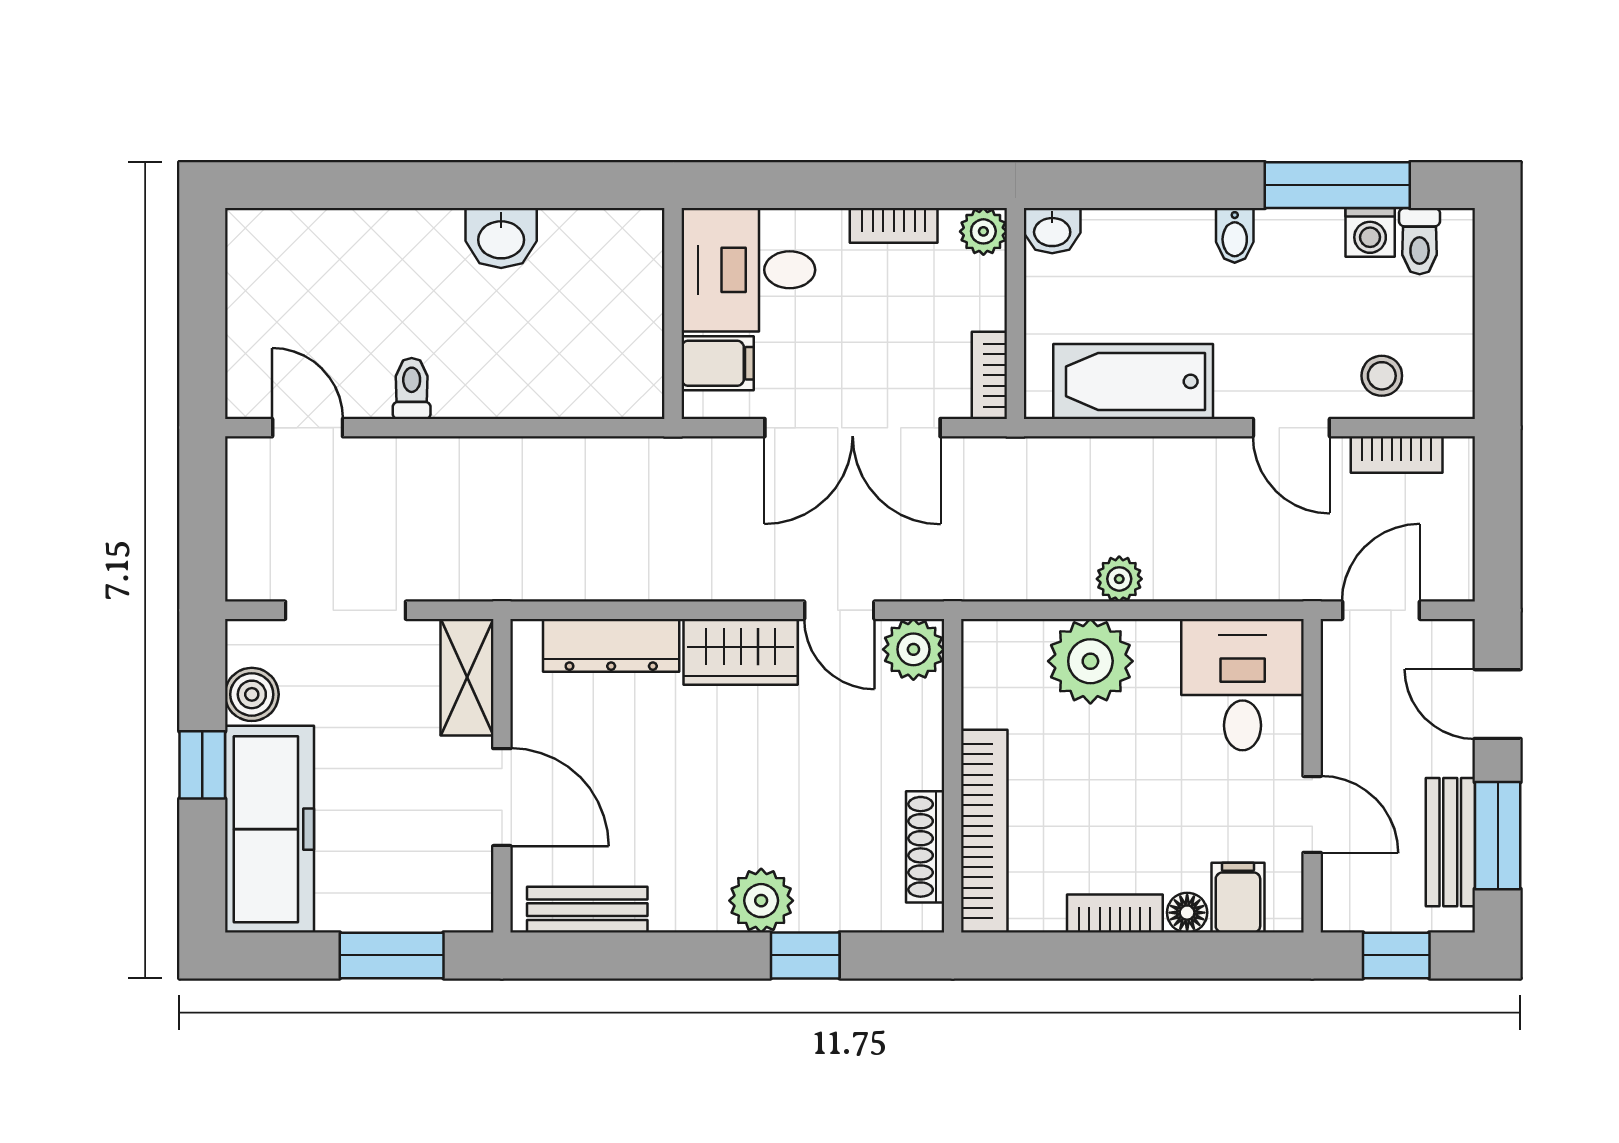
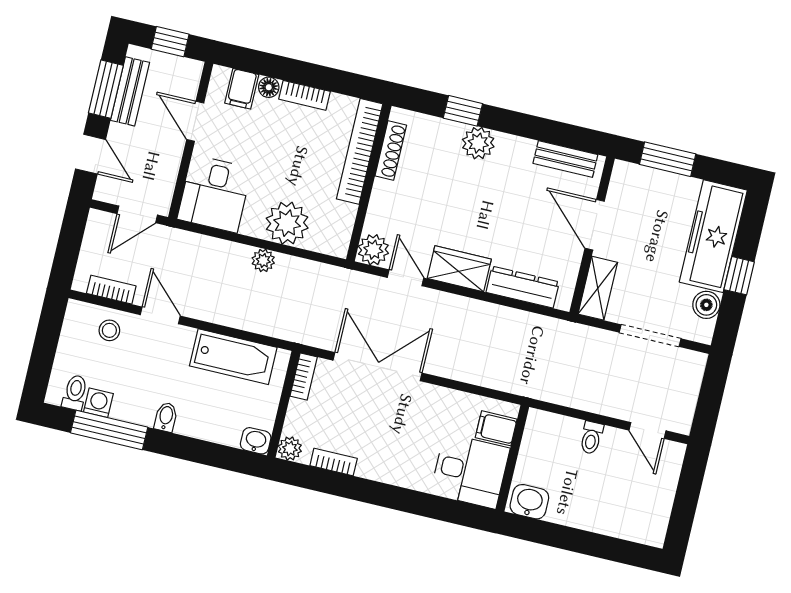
desk: (748, 270) -> (470, 471), moved
wall: (673, 313) -> (512, 458), moved
filing cabinet: (718, 363) -> (496, 428), moved

